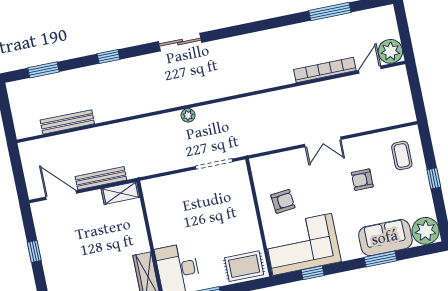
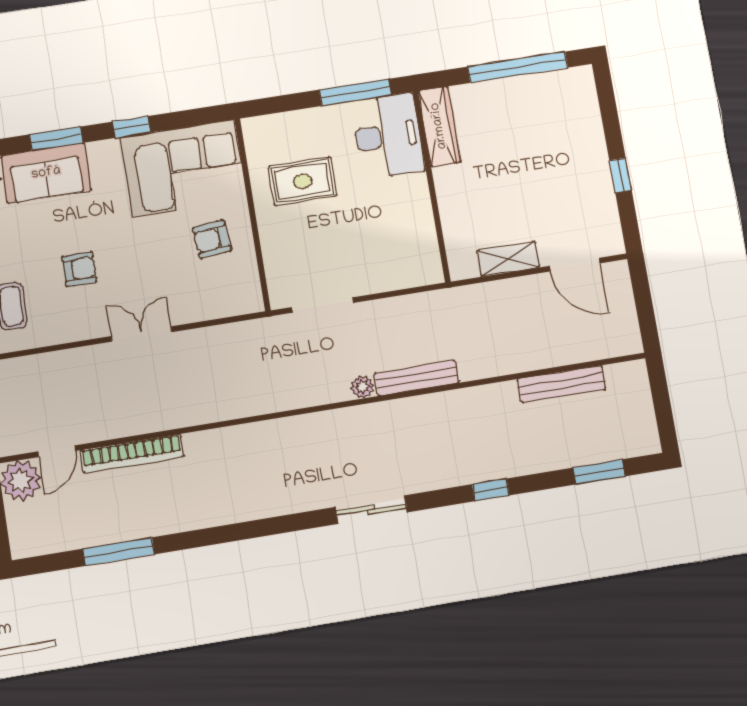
bench: (101, 178) -> (416, 378), moved
shelving: (121, 193) -> (508, 259), moved
rug: (244, 266) -> (302, 181), moved
window: (313, 273) -> (131, 127), moved

